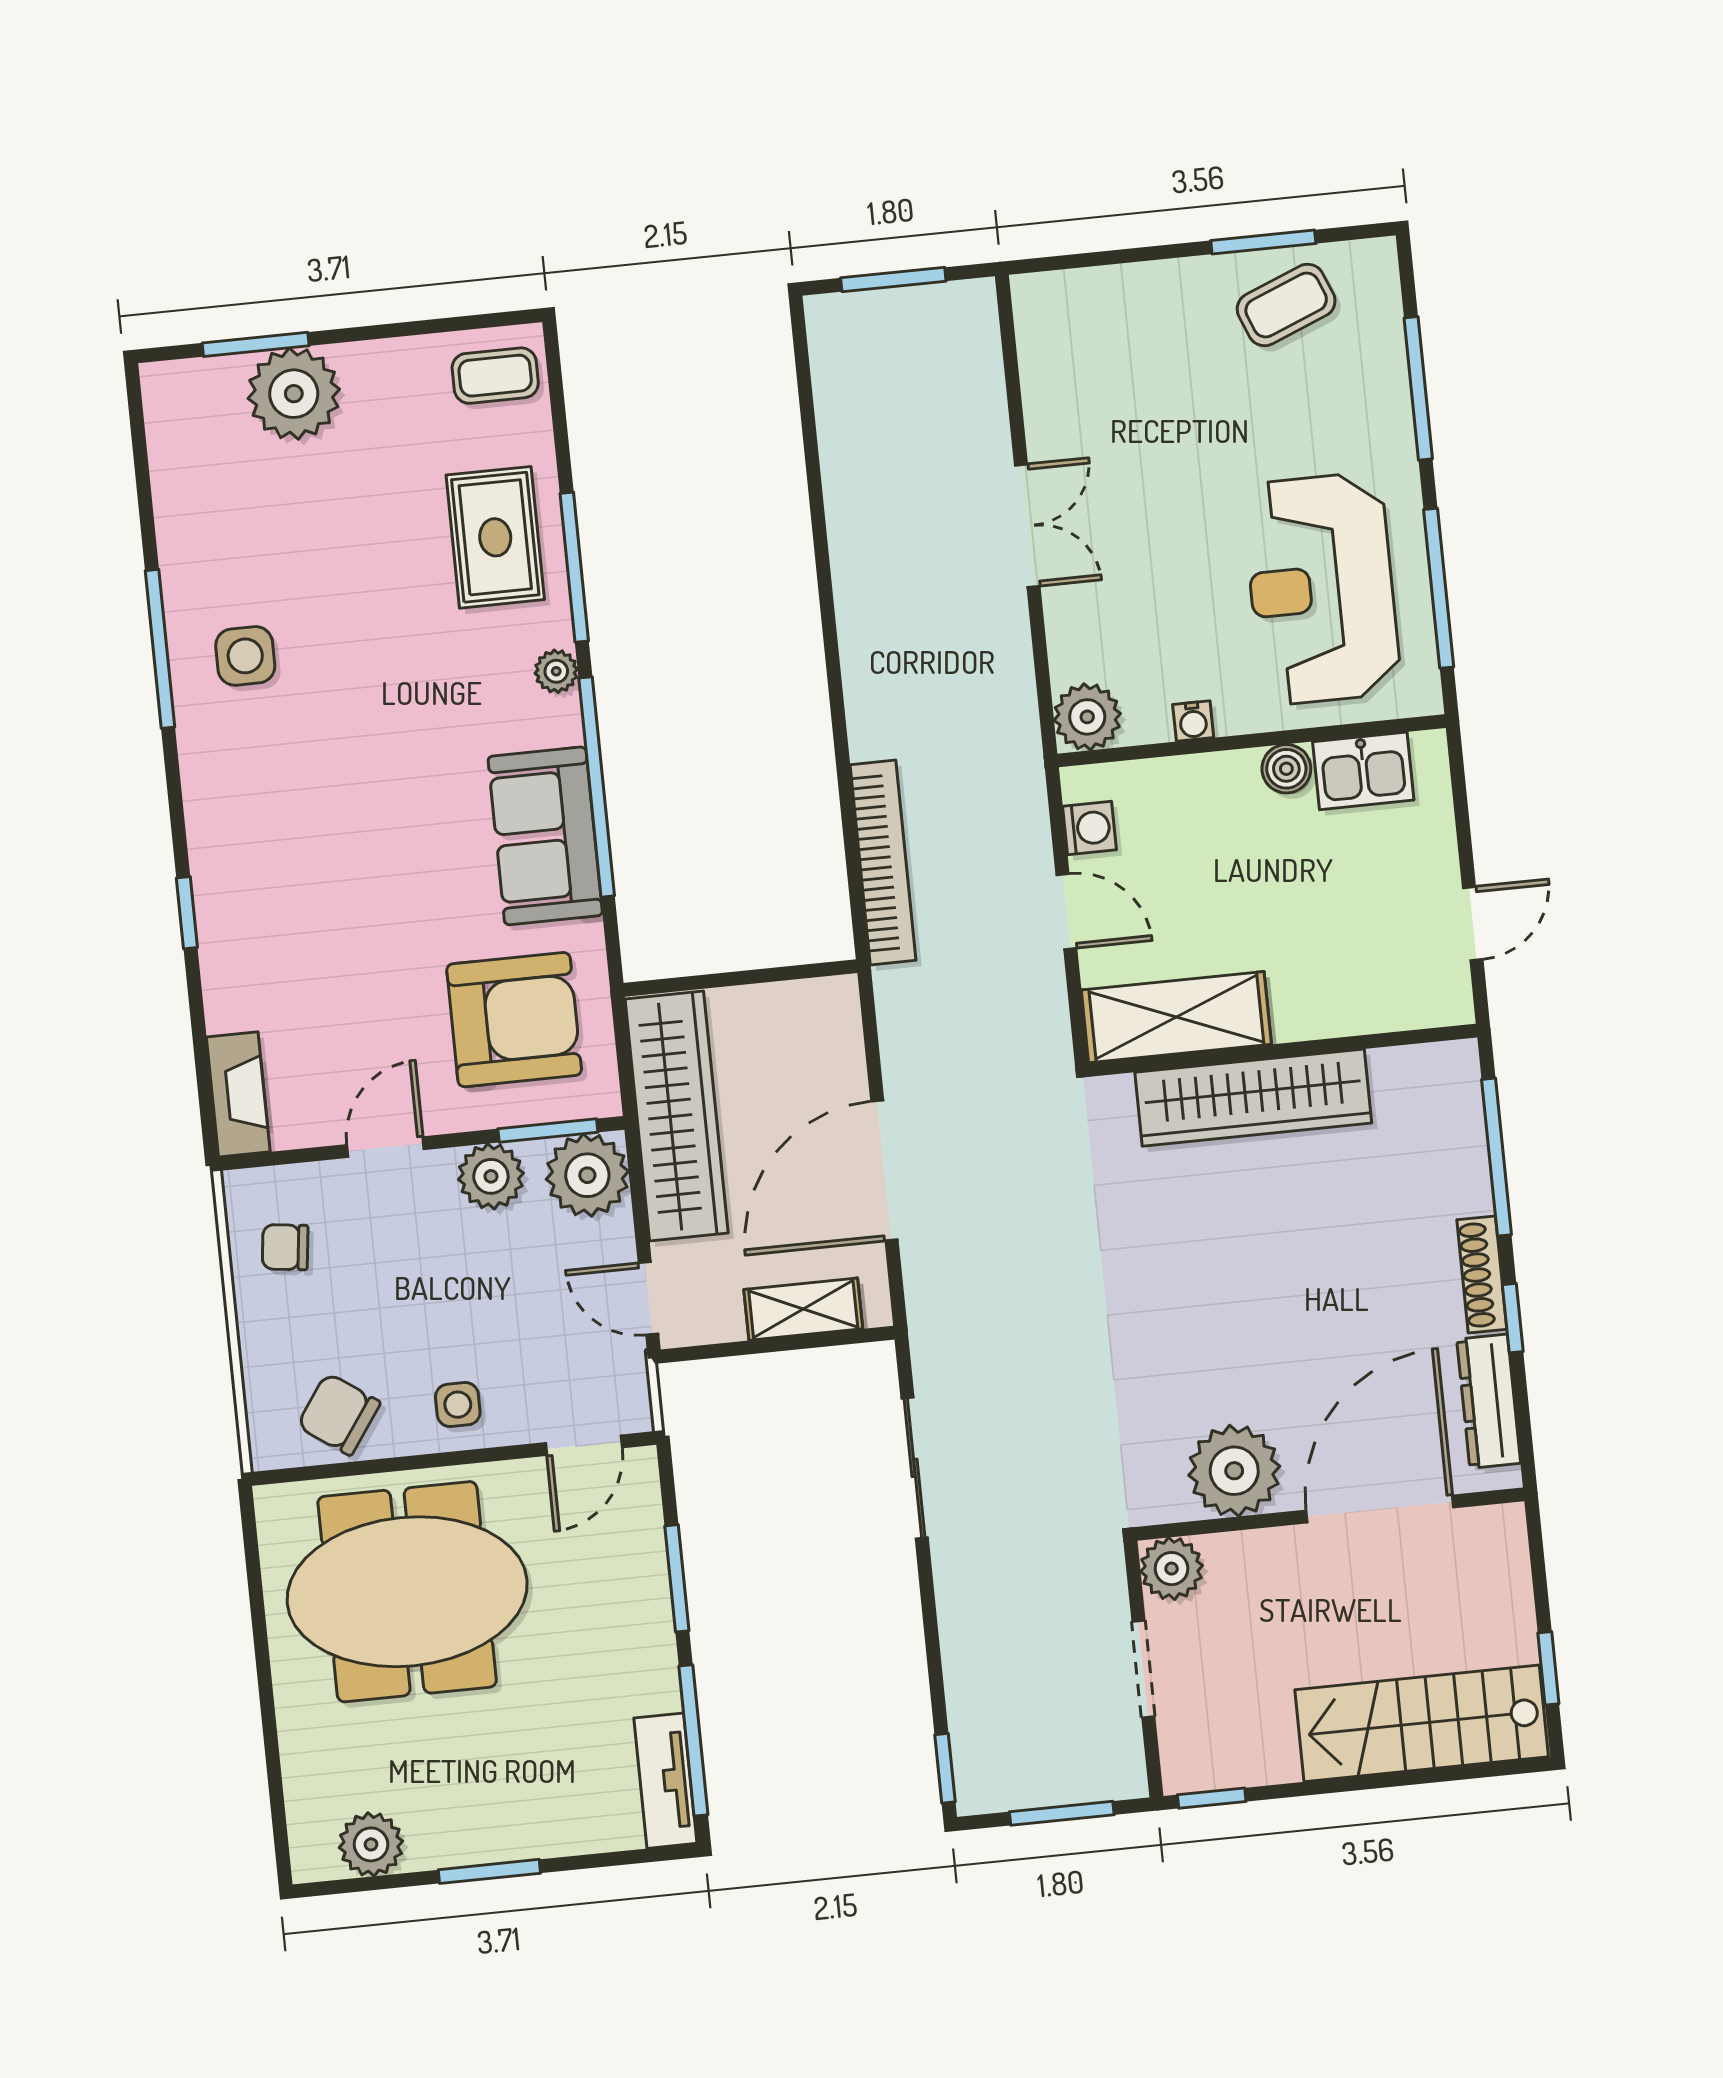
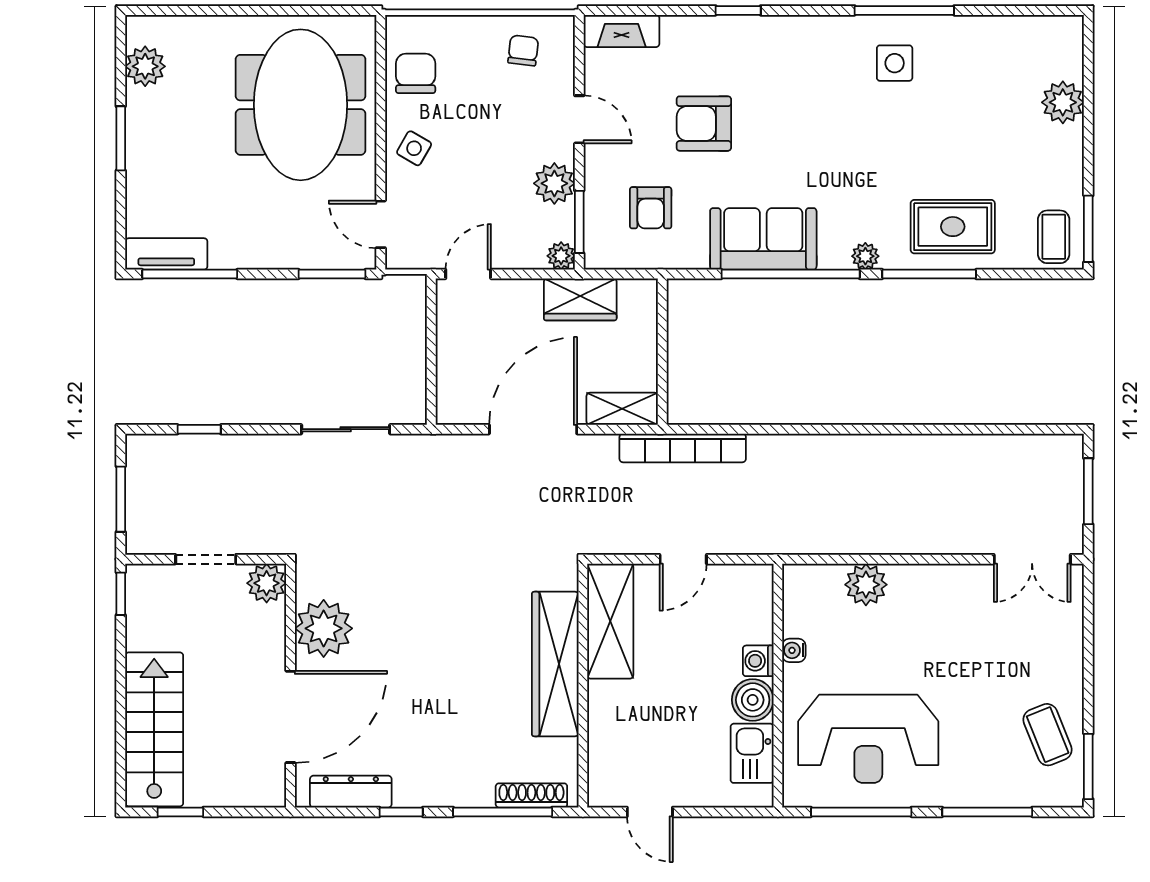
window: (1263, 242) -> (1088, 766), moved
window: (256, 344) -> (1088, 229), moved
plant: (294, 394) -> (1063, 102), width x0.73, depth x0.73
double door: (1027, 526) -> (1032, 559), moved
reception desk: (1321, 589) -> (868, 739), turned 180
plant: (1087, 717) -> (866, 585), moved
boiler: (1286, 769) -> (753, 700), width x1.36, depth x1.36
washing machine: (1089, 828) -> (758, 661), moved, turned 90
bookcase: (883, 862) -> (683, 448), moved
armchair: (372, 949) -> (704, 124), added
armchair: (514, 1020) -> (651, 208), width x0.53, depth x0.53
wardrobe: (677, 1116) -> (580, 299), width x0.48, depth x0.85
door: (884, 1171) -> (533, 429), hinge flipped
plant: (587, 1175) -> (561, 256), width x0.53, depth x0.53
shoe rack: (1482, 1274) -> (531, 795), moved
shelving: (803, 1309) -> (622, 409), moved, turned 90
side table: (458, 1405) -> (414, 148), turned 30
chair: (339, 1414) -> (416, 73), turned -35
door: (1380, 1509) -> (290, 717), hinge flipped
window: (677, 1578) -> (332, 274), moved
window: (945, 1768) -> (199, 429), moved

